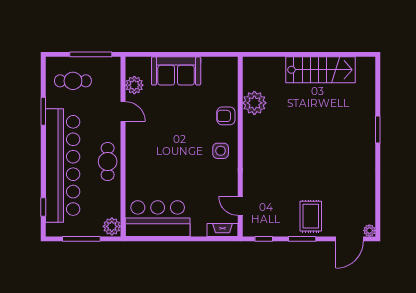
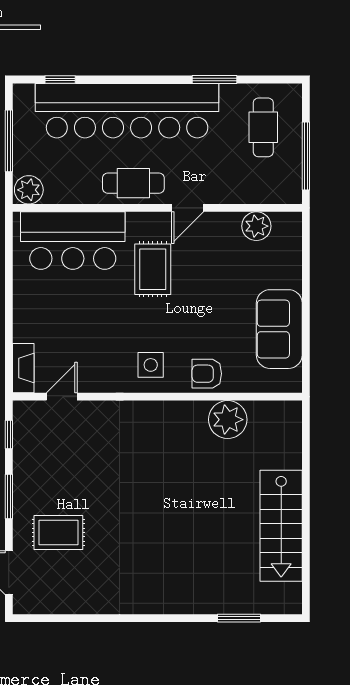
sofa: (176, 71) -> (279, 329), moved
door: (123, 111) -> (188, 208), moved
armchair: (226, 116) -> (207, 374), turned -90
window: (378, 130) -> (239, 618), moved
rug: (161, 149) -> (153, 269), added
rug: (311, 216) -> (58, 532), moved
bar counter: (158, 219) -> (73, 241), moved, turned 90
plant: (369, 231) -> (22, 605), removed

